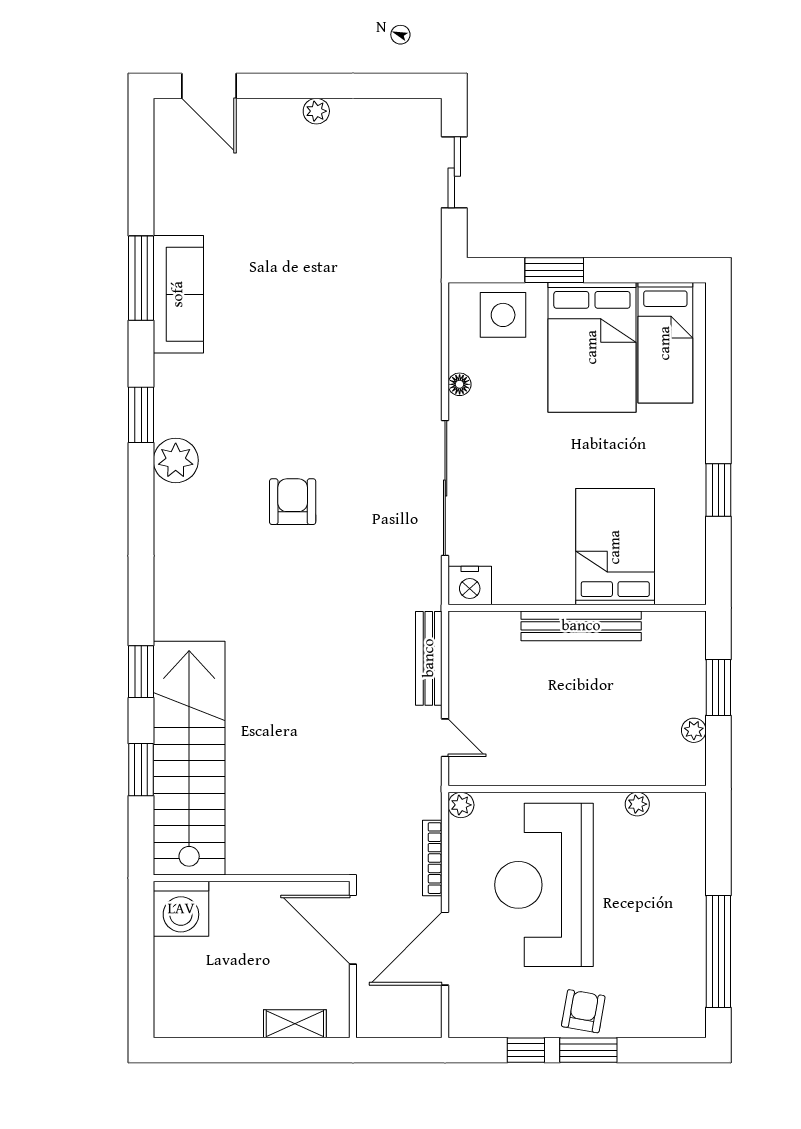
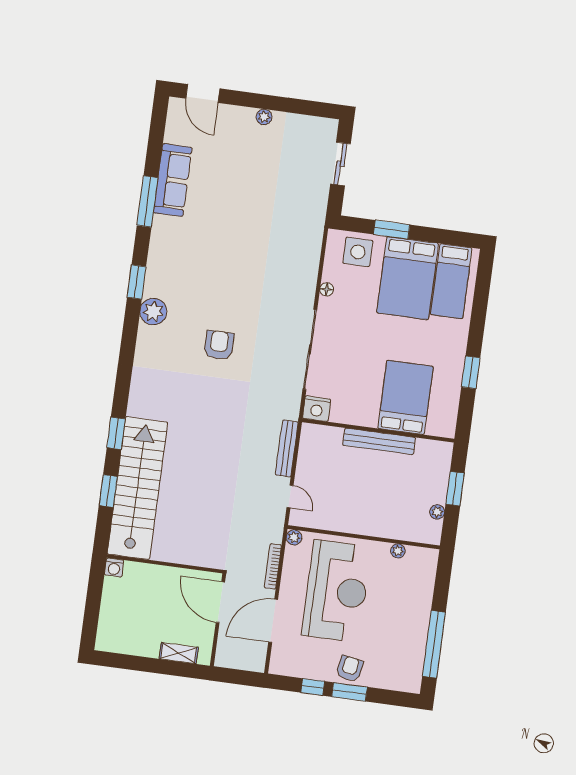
sofa: (178, 294) -> (173, 180), moved
reception desk: (544, 885) -> (337, 591), turned 180
washing machine: (181, 909) -> (114, 568), width x0.53, depth x0.53

